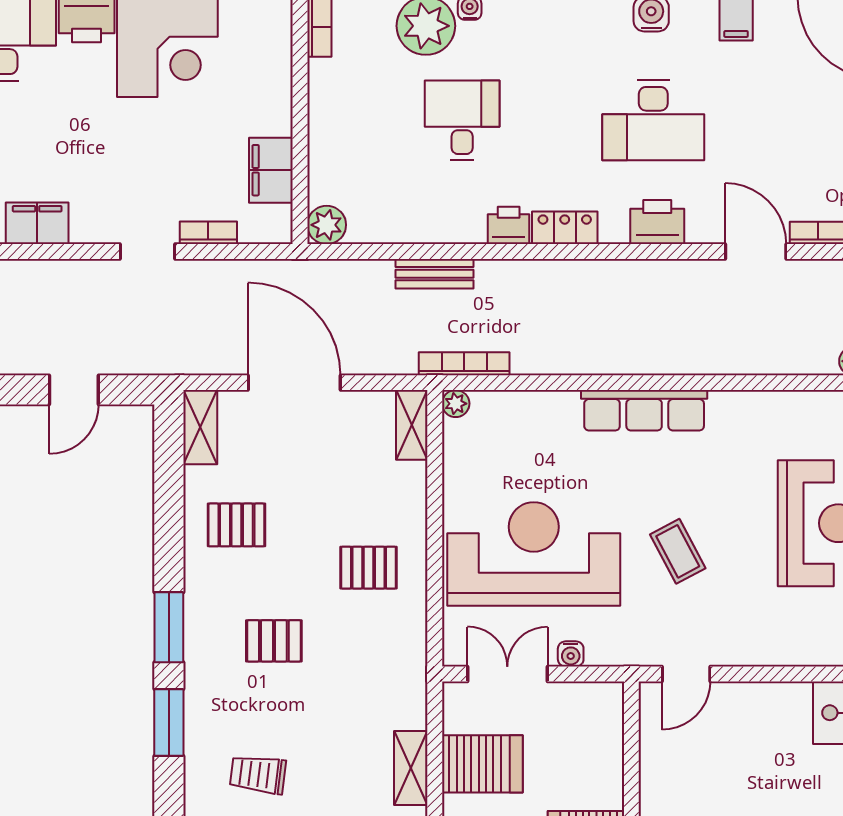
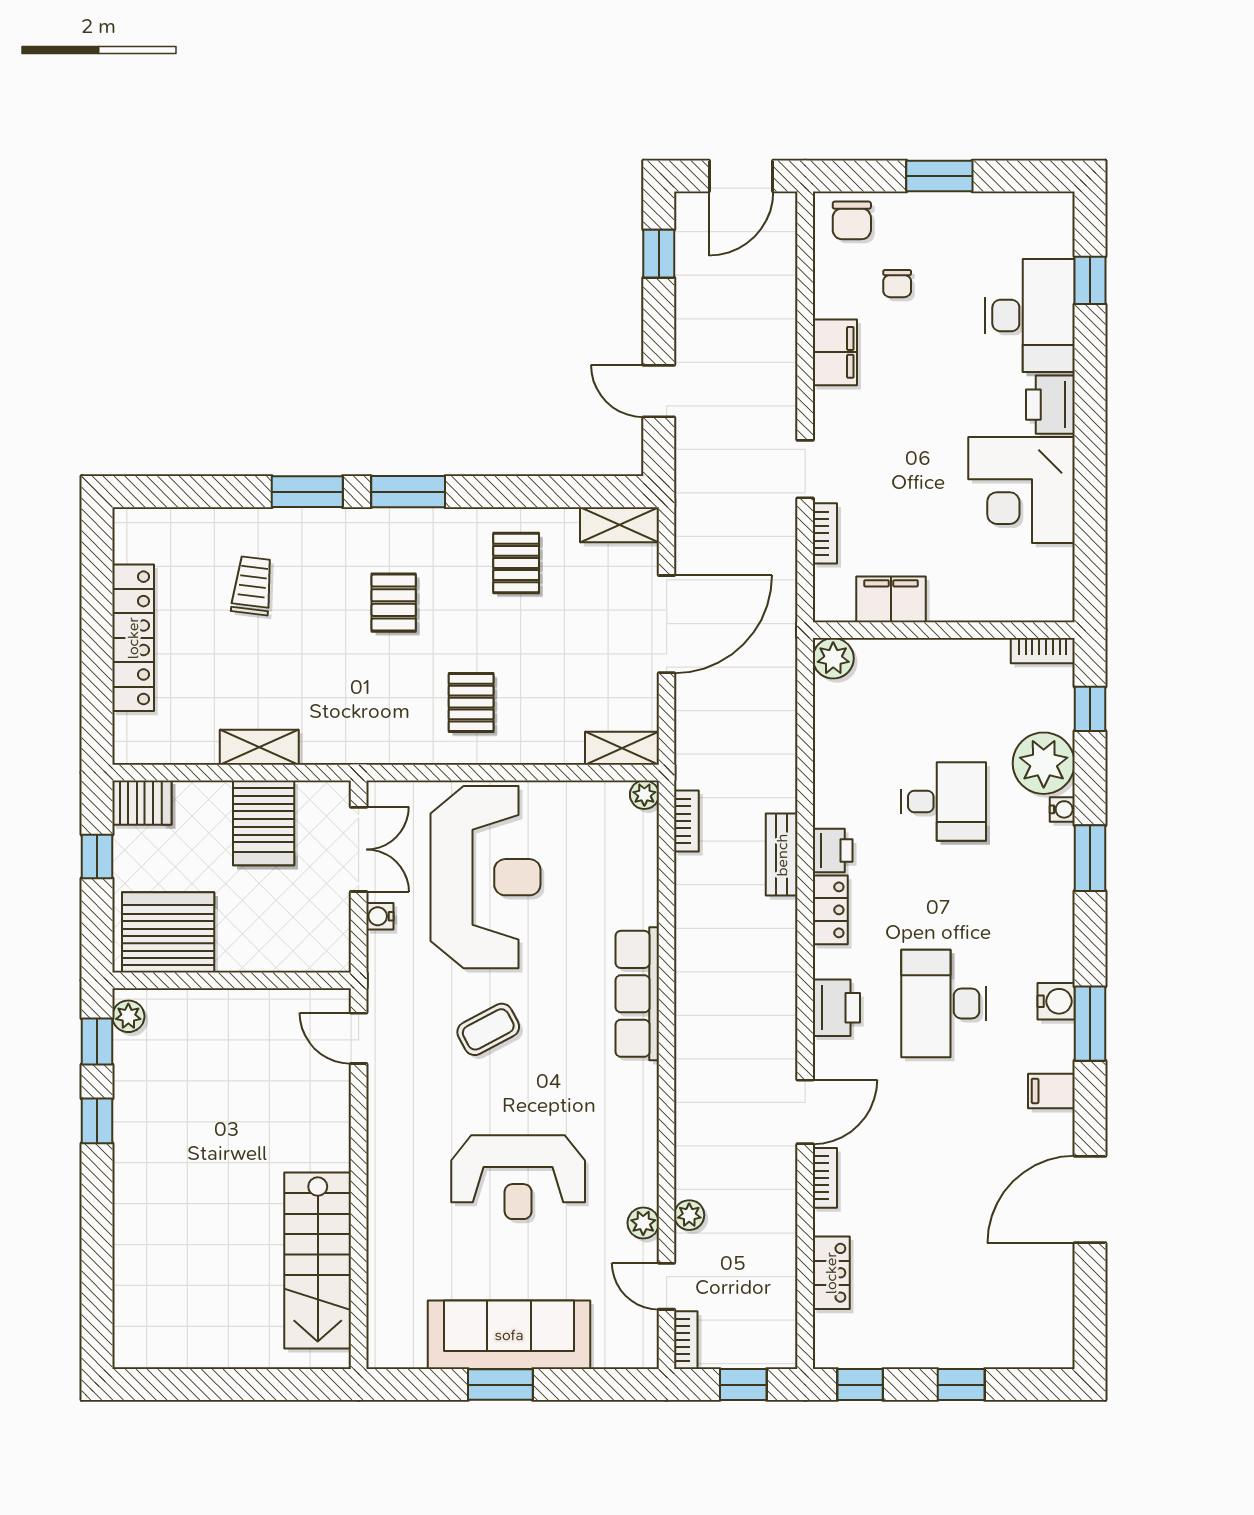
bench: (435, 274) -> (782, 855), moved
bookcase: (464, 364) -> (686, 821), width x0.64

